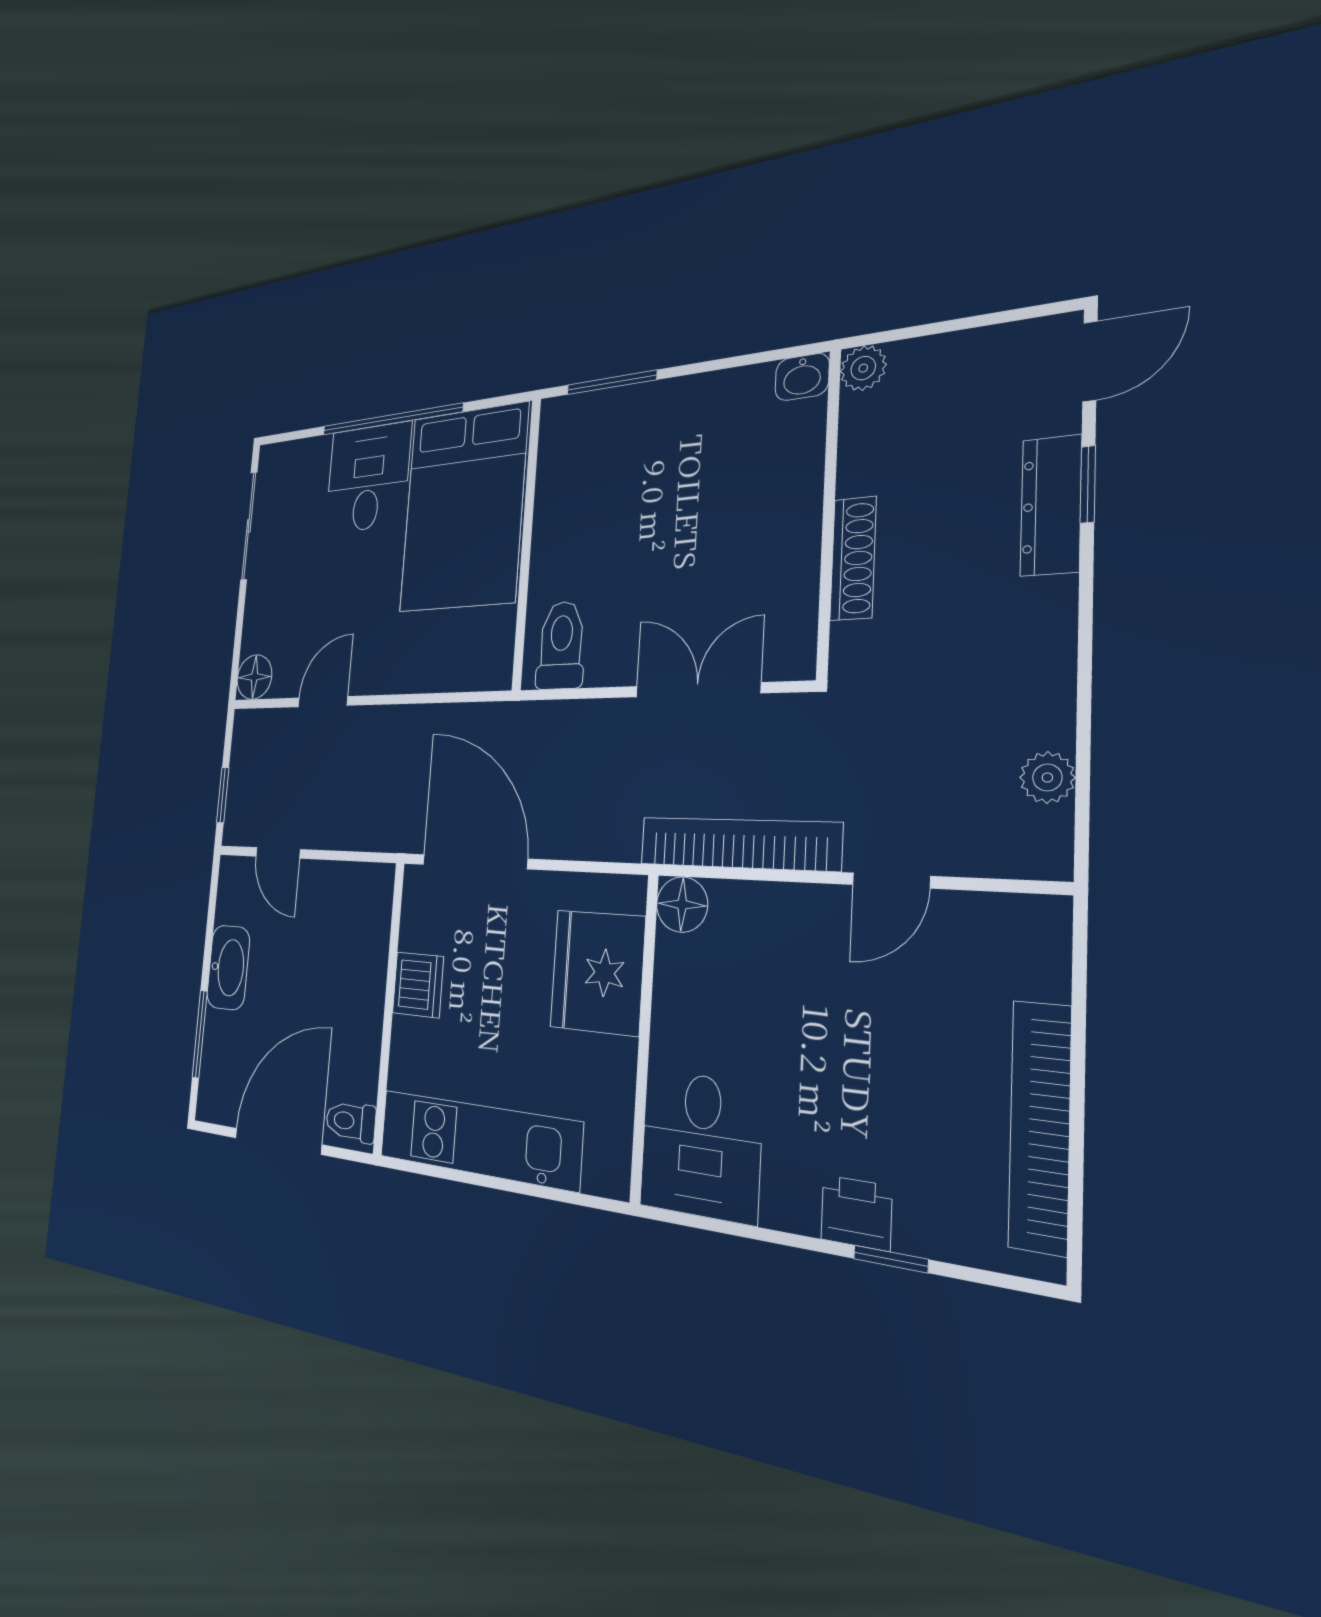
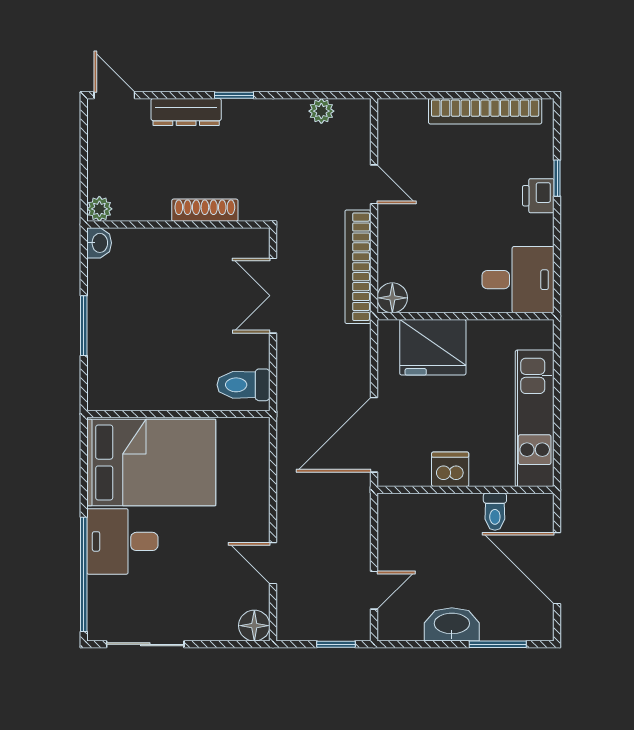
window: (611, 382) -> (84, 326), moved
window: (391, 419) -> (84, 574), moved
window: (1088, 484) -> (234, 95), moved
toilet: (351, 1122) -> (495, 512), moved

